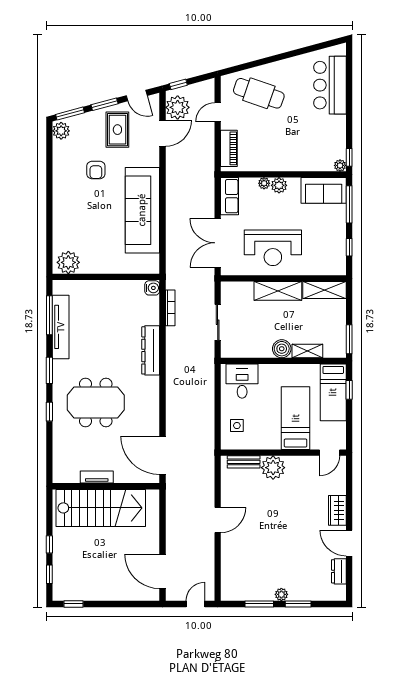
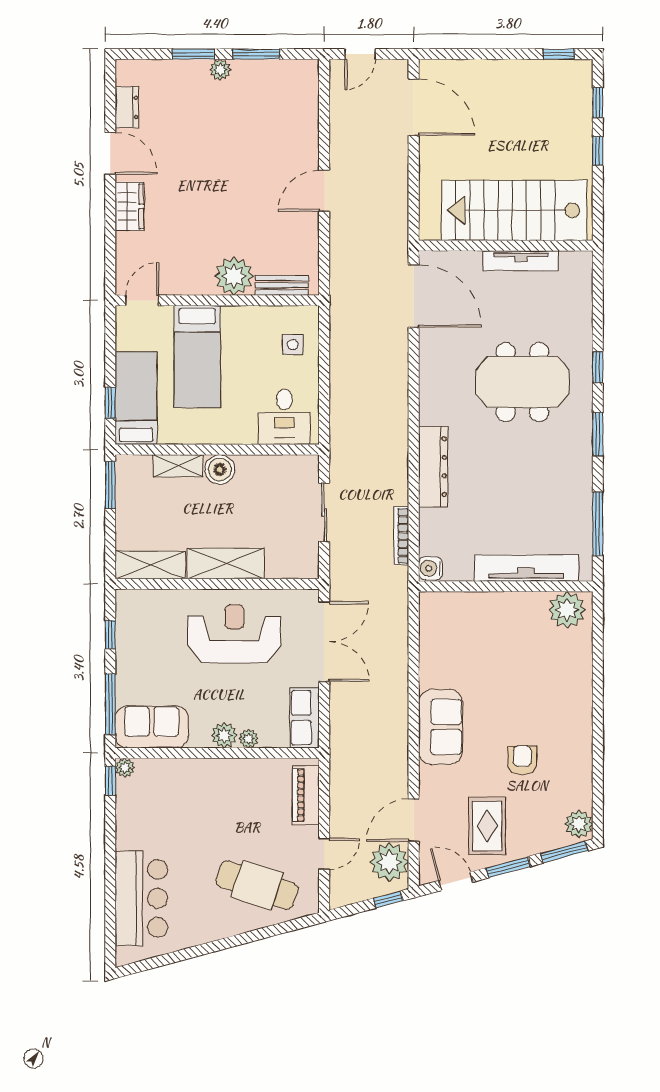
sofa: (142, 210) -> (440, 727), width x0.54, depth x0.79
tv unit: (61, 327) -> (526, 568), moved, turned 90
tv unit: (97, 477) -> (521, 261), width x1.41

